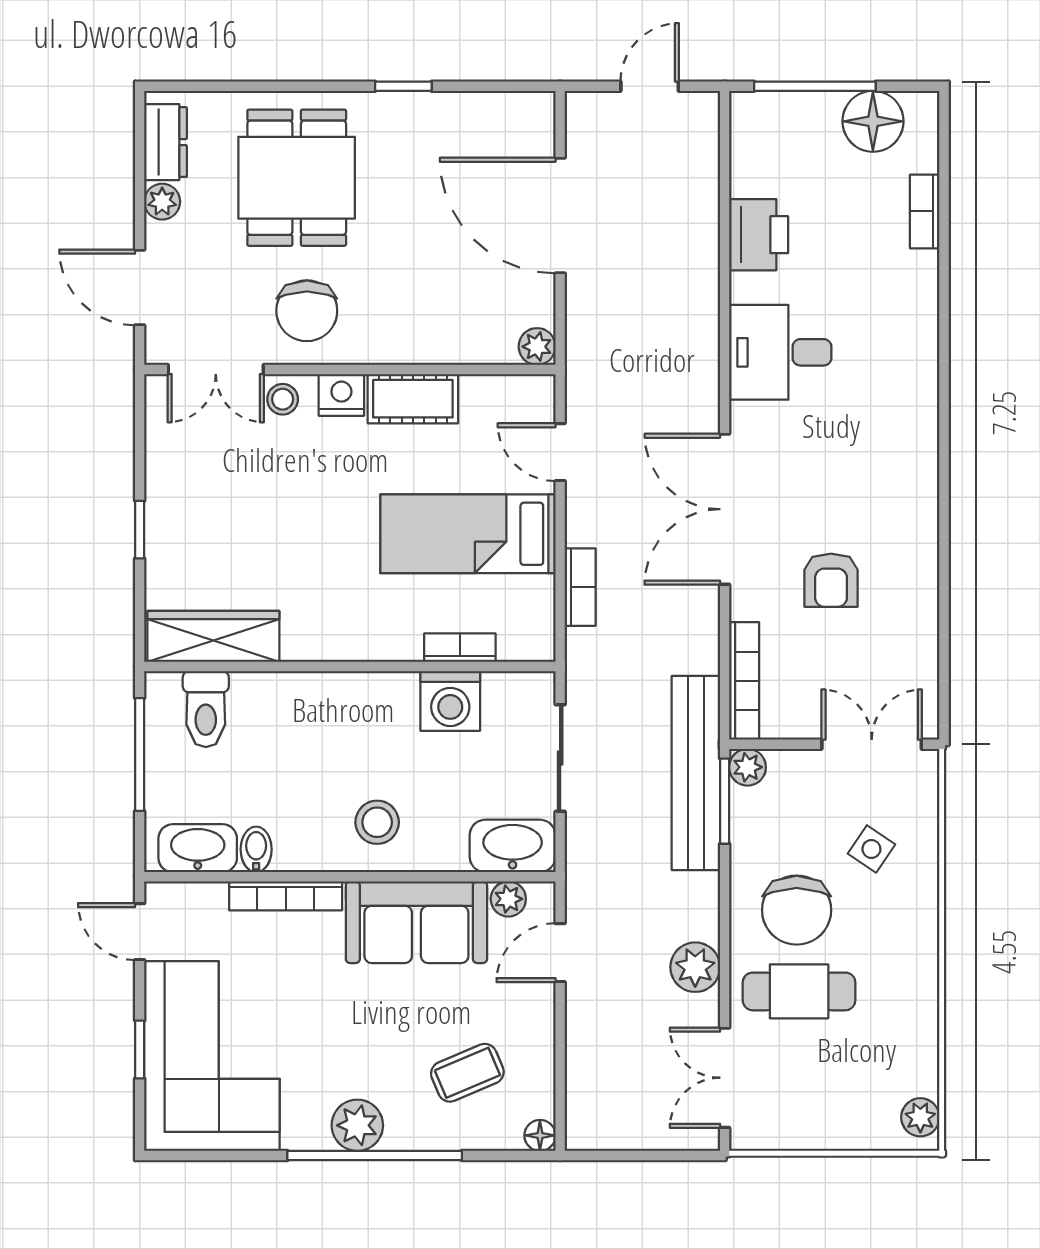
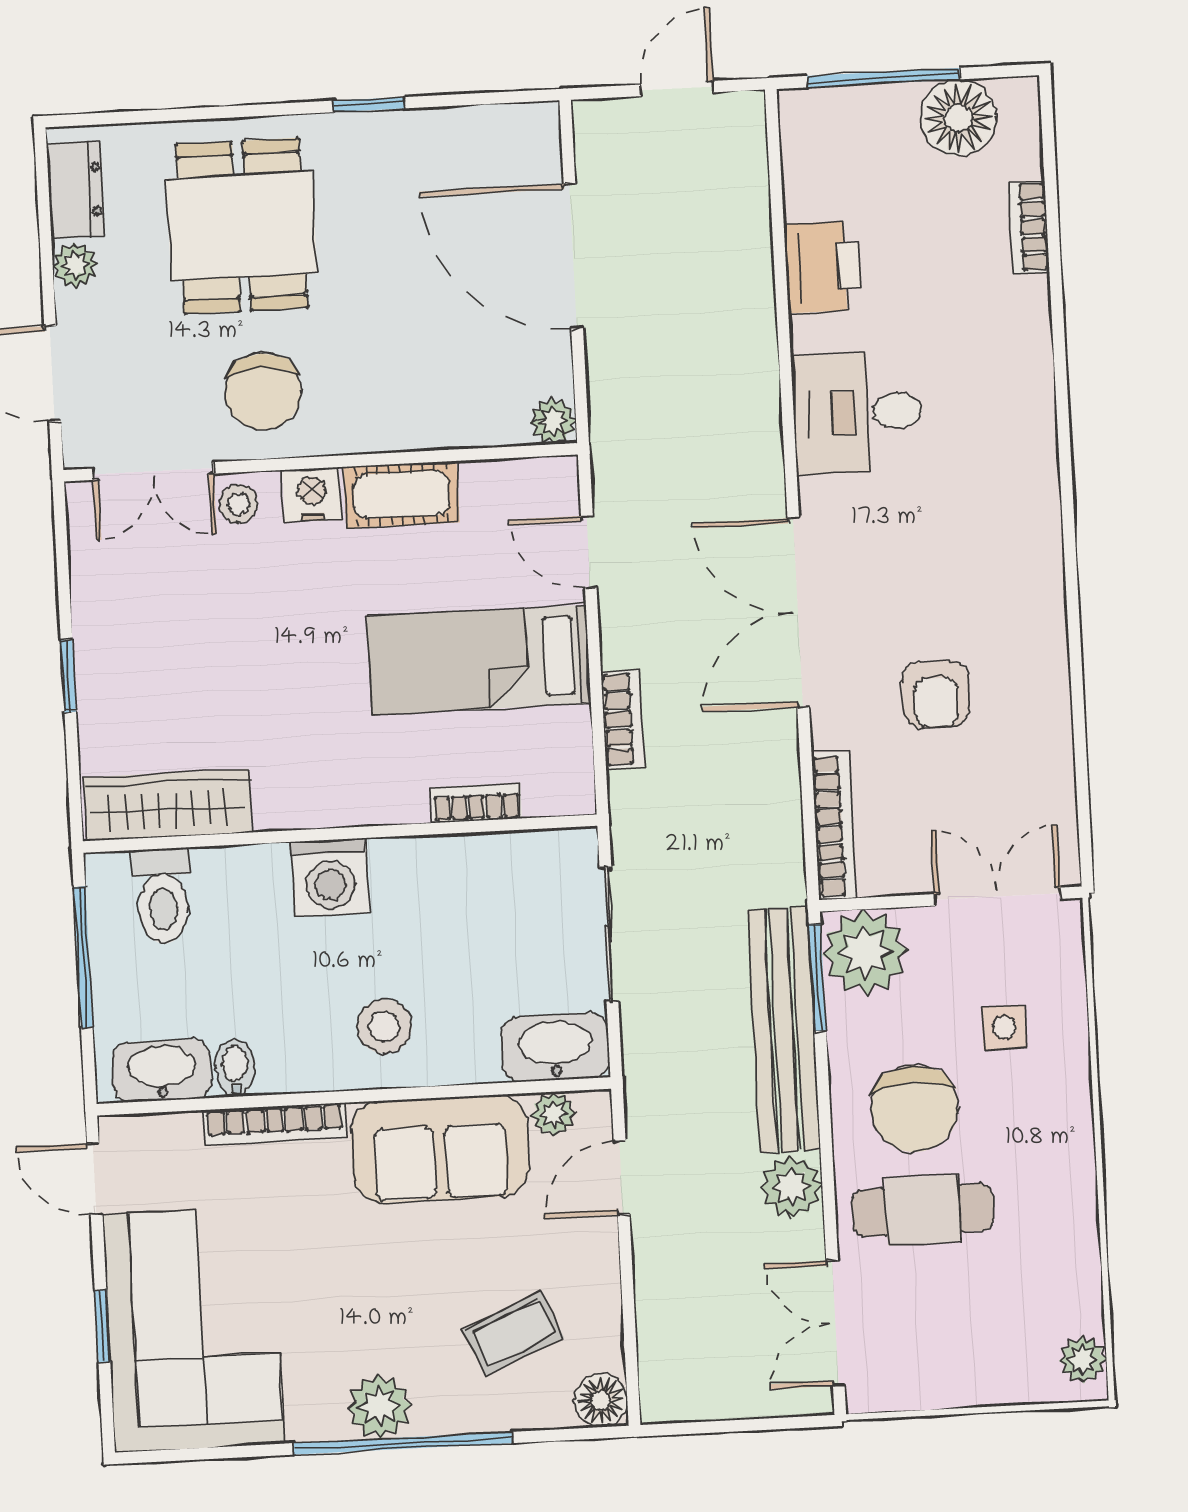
washing machine: (450, 701) -> (330, 877), moved
plant: (748, 767) -> (865, 952), width x1.88, depth x1.88
bench: (696, 773) -> (784, 1030), moved
side table: (871, 849) -> (1004, 1027), turned -34
floor lamp: (540, 1135) -> (601, 1400), width x1.37, depth x1.37

